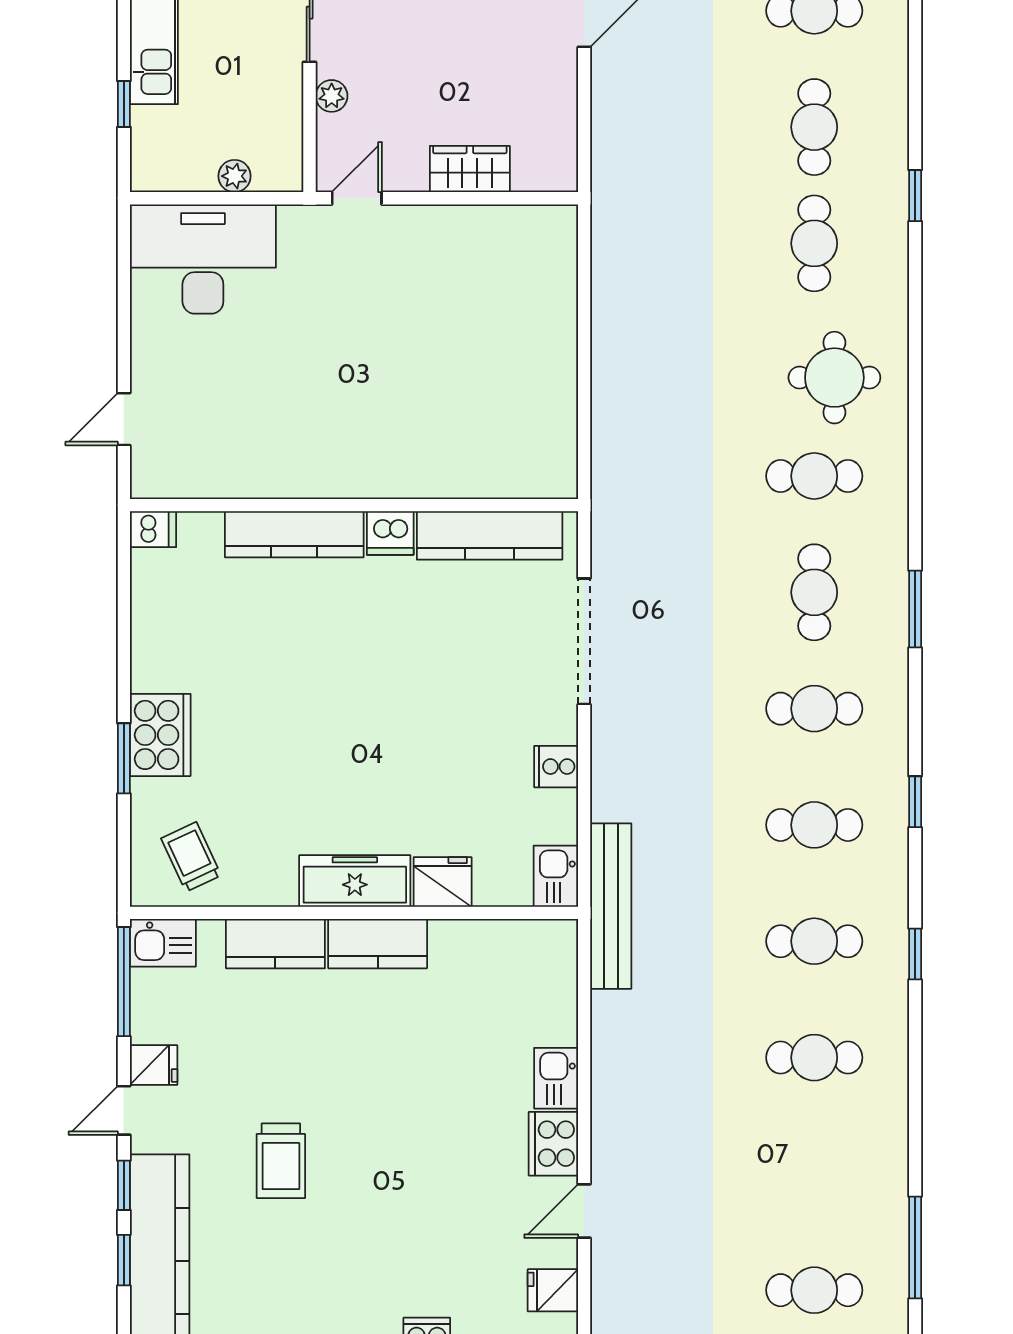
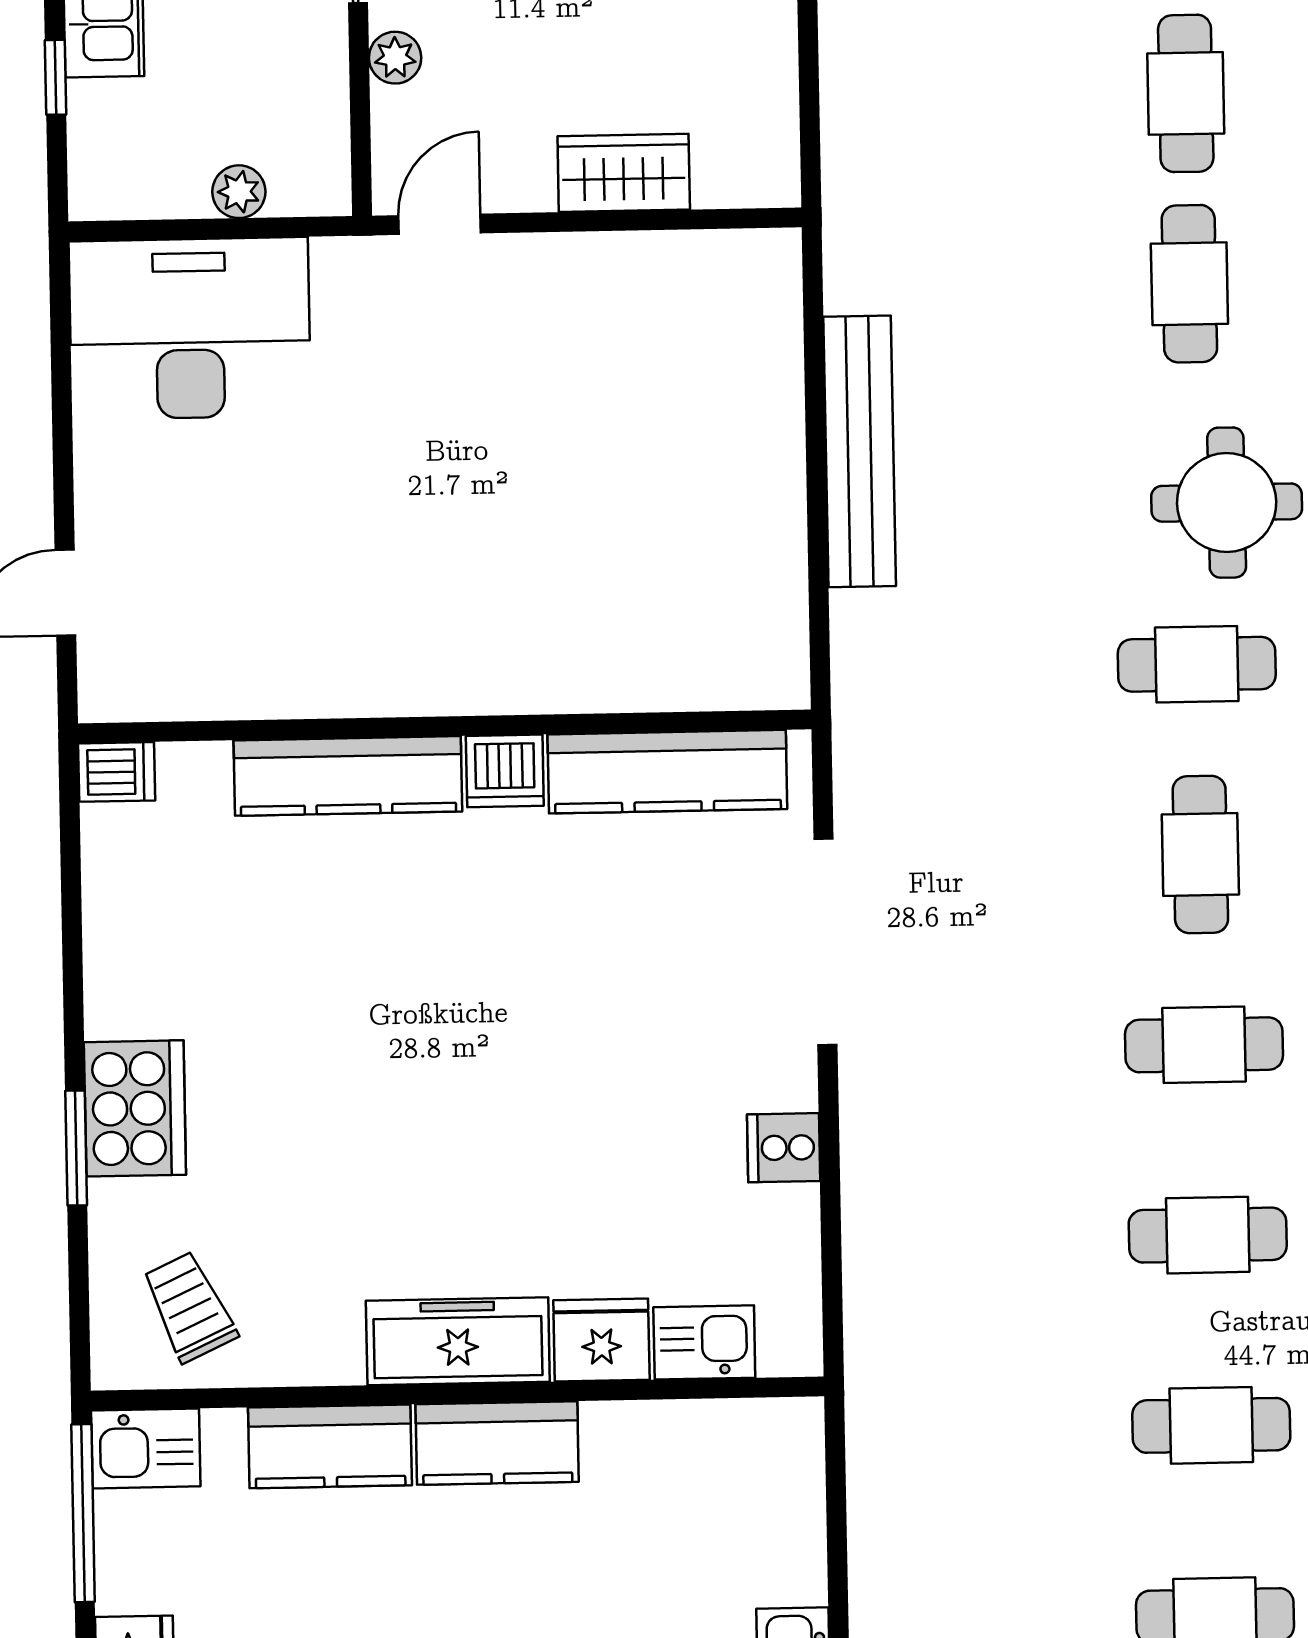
kitchen sink: (556, 876) -> (704, 1342), moved, turned 90
bench: (611, 906) -> (860, 451), moved

